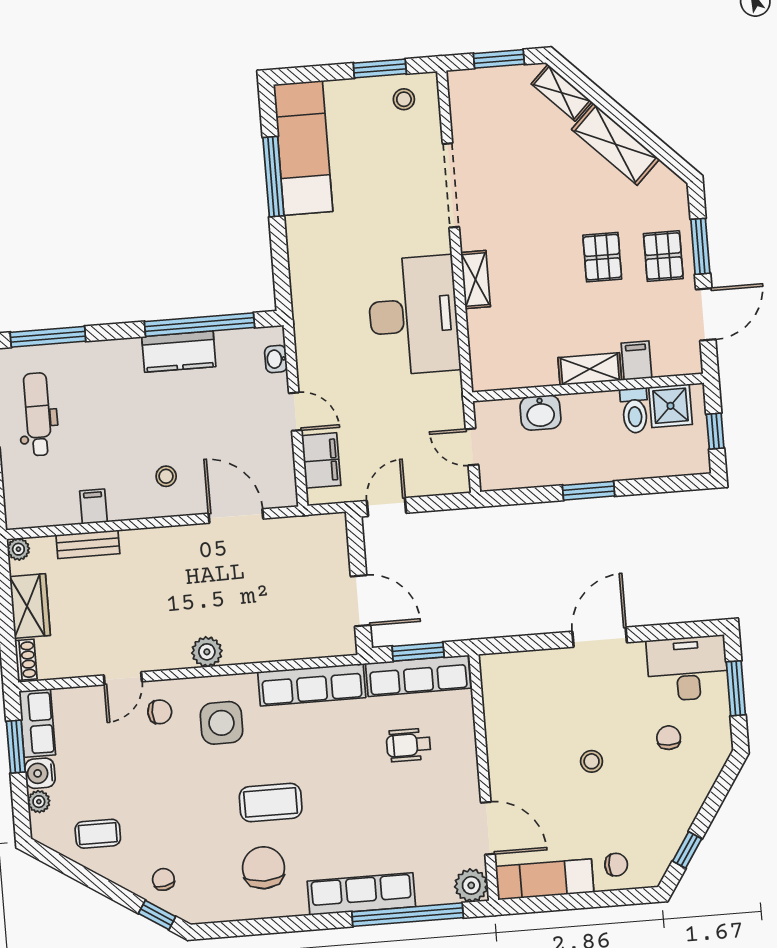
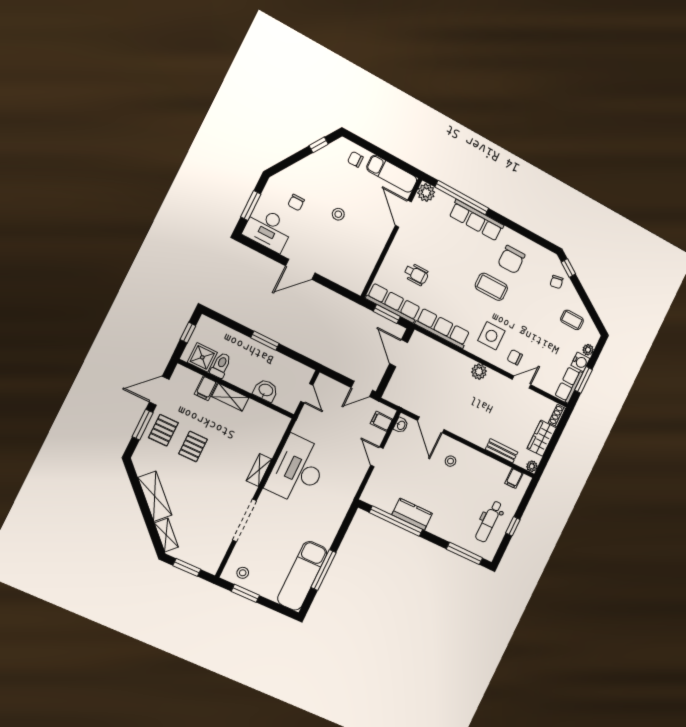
washbasin: (276, 359) -> (401, 425), moved
filing cabinet: (321, 460) -> (381, 421), width x0.50
filing cabinet: (94, 506) -> (514, 478), moved

